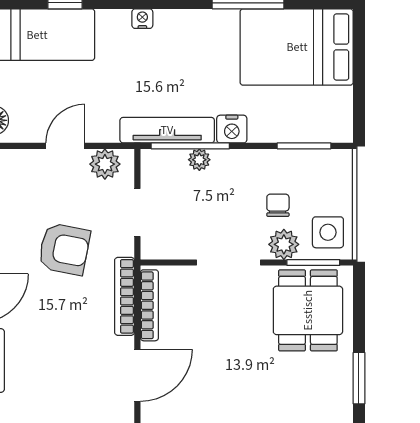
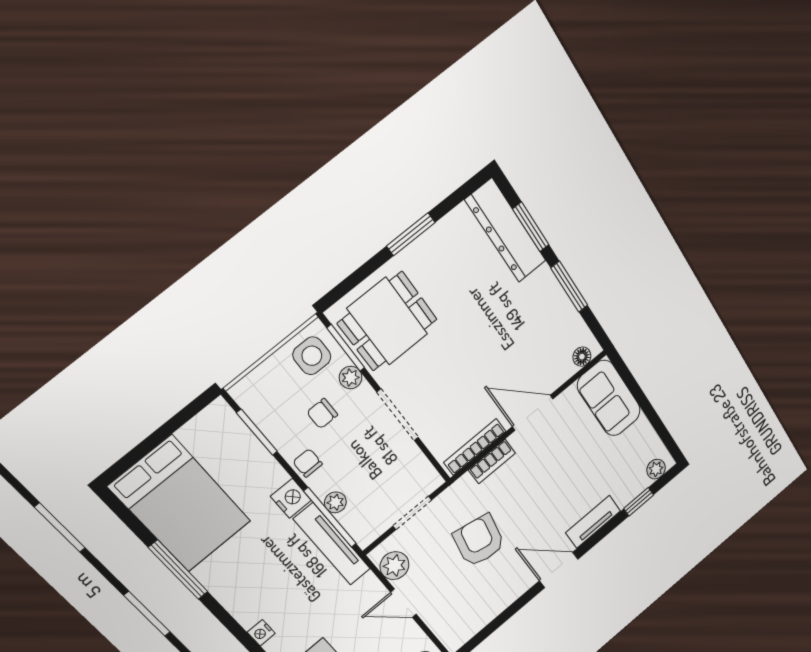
chair: (249, 164) -> (308, 463), added
plant: (284, 244) -> (351, 378), width x0.73, depth x0.73
bookcase: (125, 296) -> (492, 462), width x0.64

